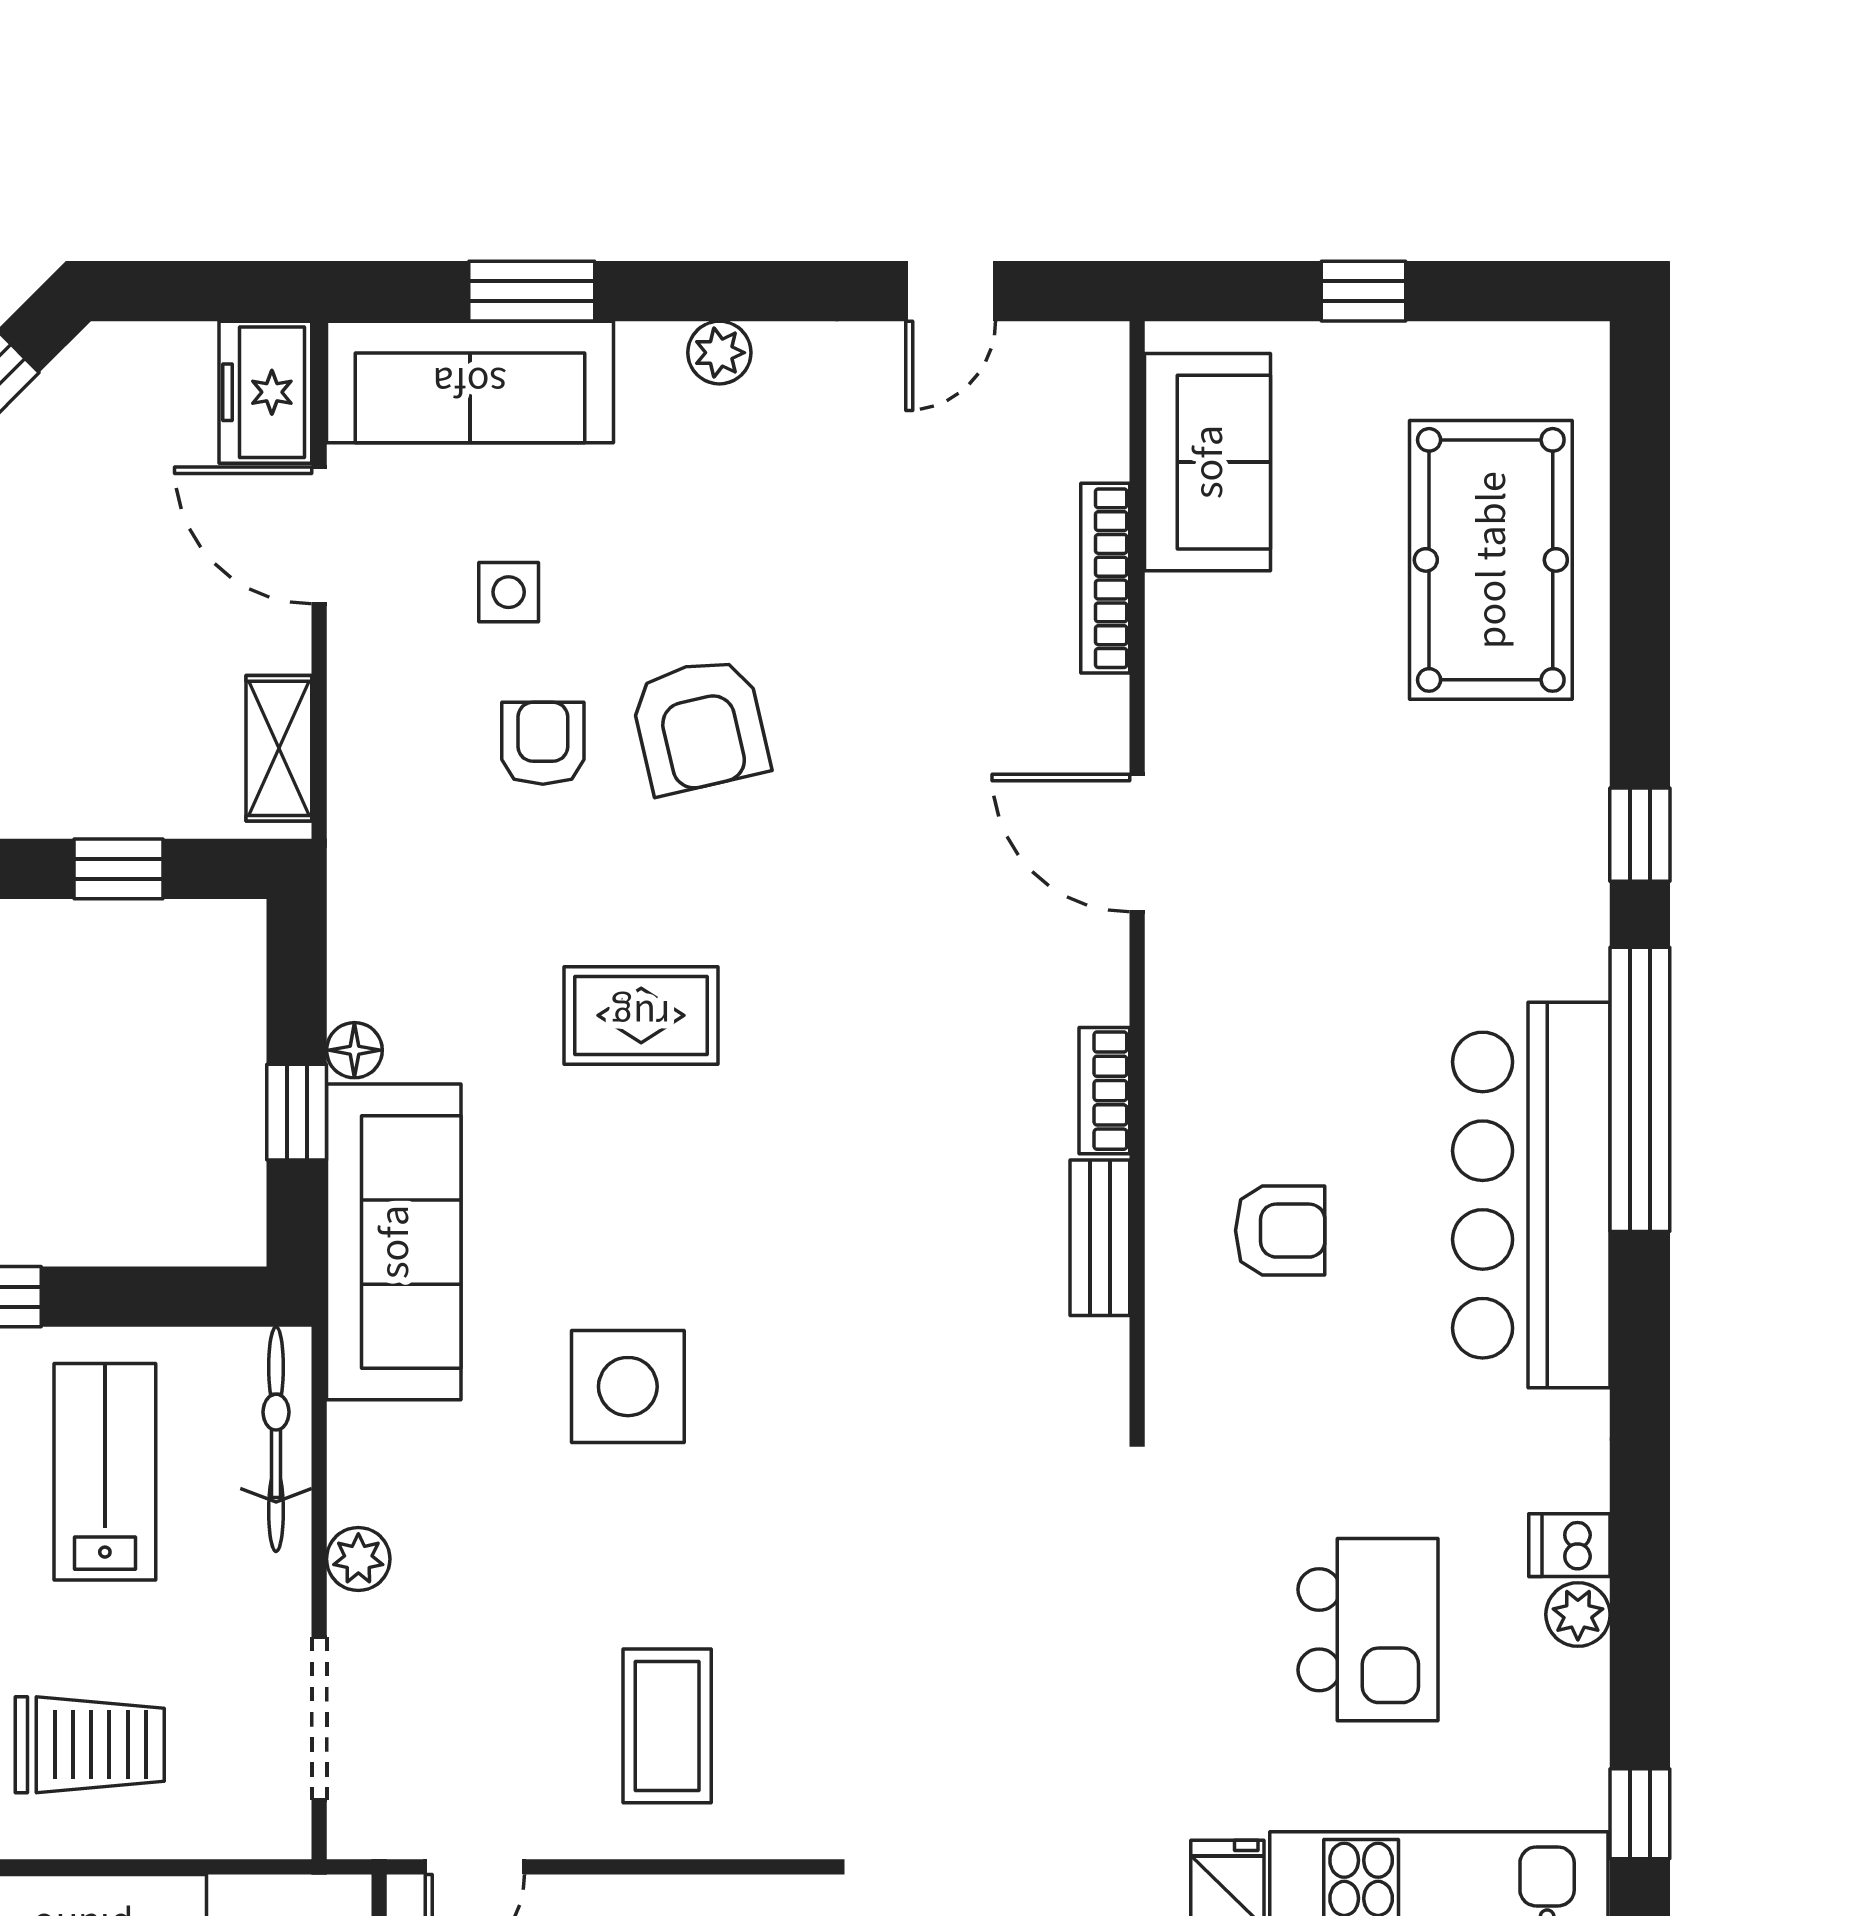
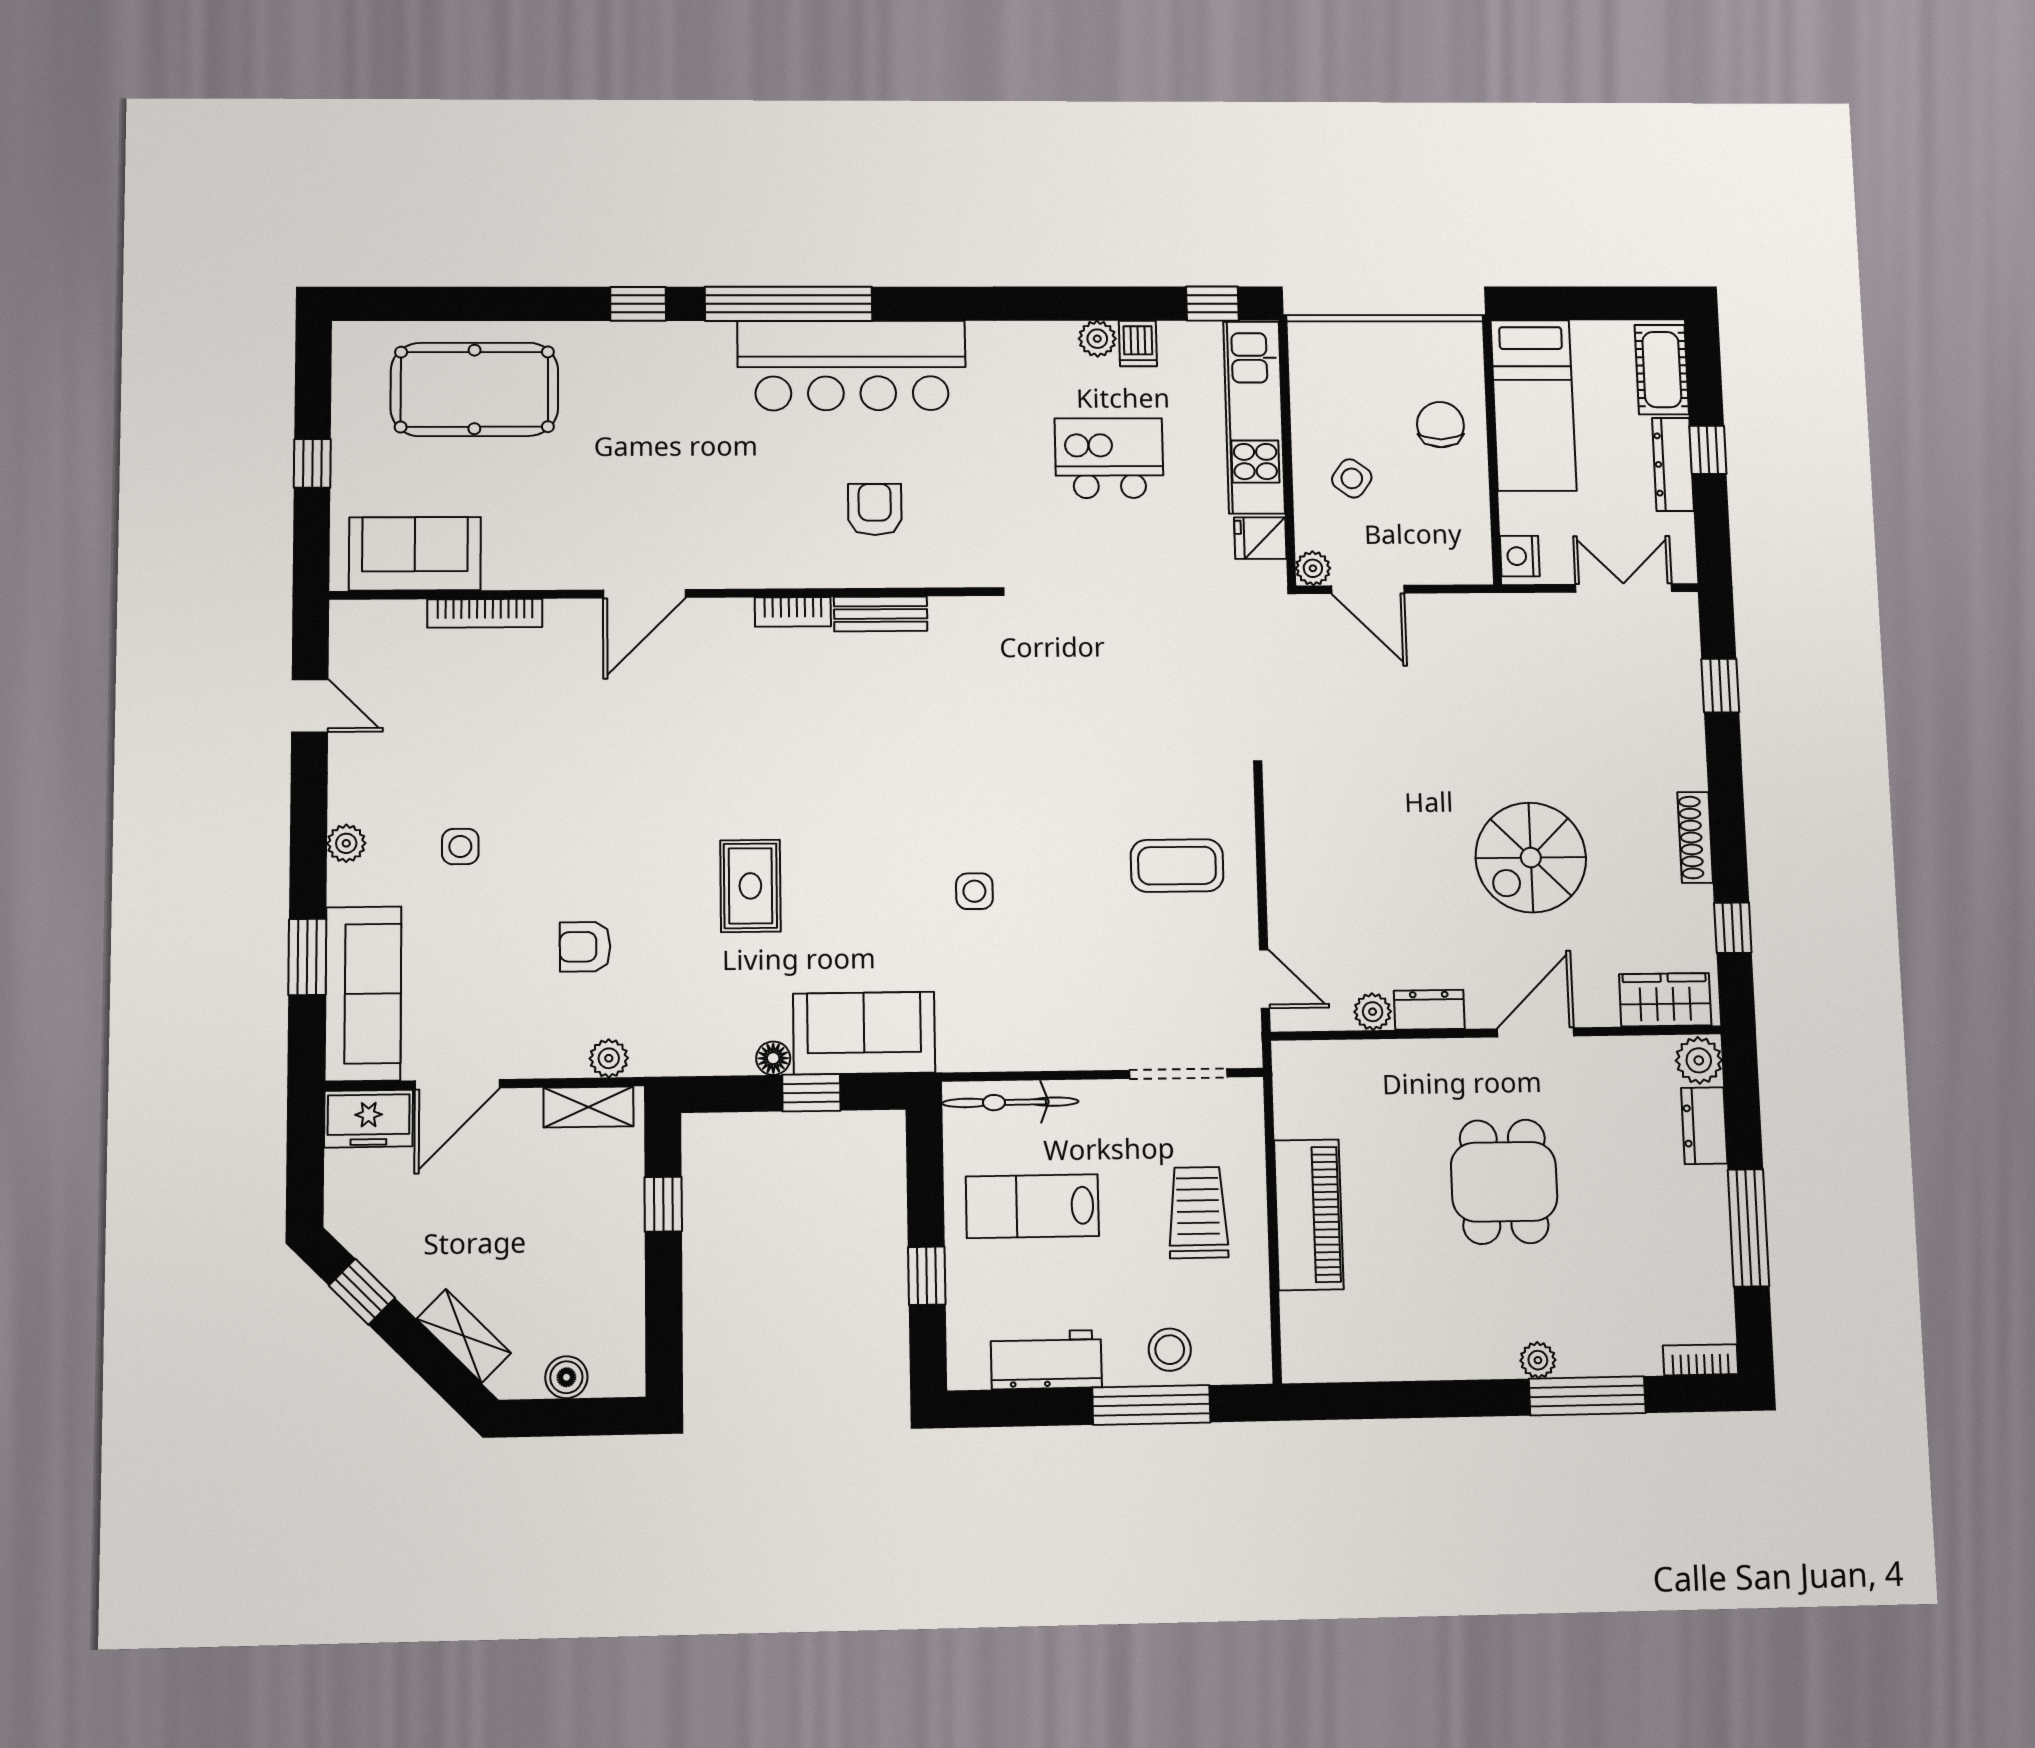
side table: (509, 592) -> (460, 847), moved
armchair: (700, 725) -> (574, 853), removed
sofa: (394, 1242) -> (864, 1033), width x0.73
side table: (628, 1387) -> (974, 891), width x0.54, depth x0.54
dishwasher: (1569, 1545) -> (1138, 343), moved
plant: (358, 1559) -> (609, 1058), moved

